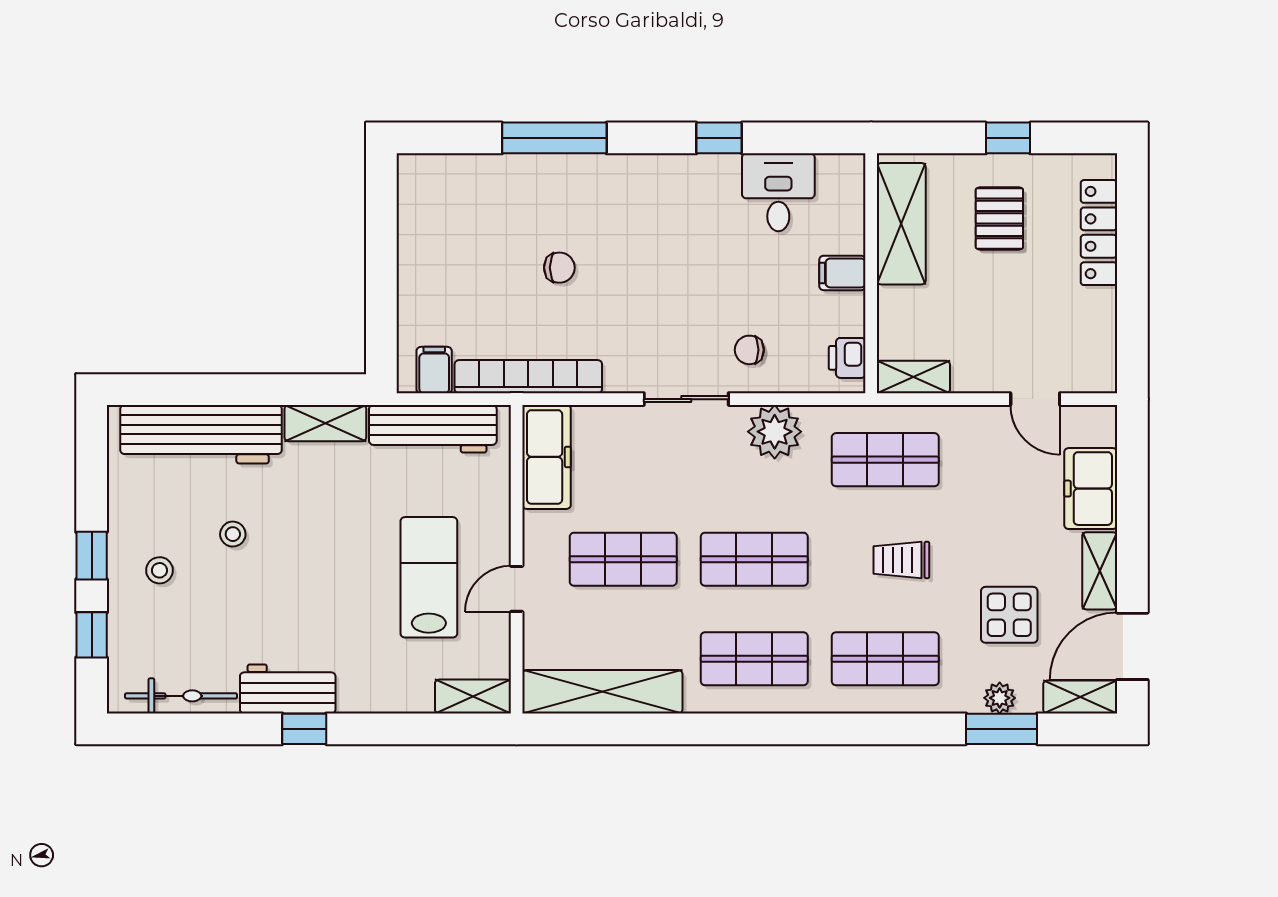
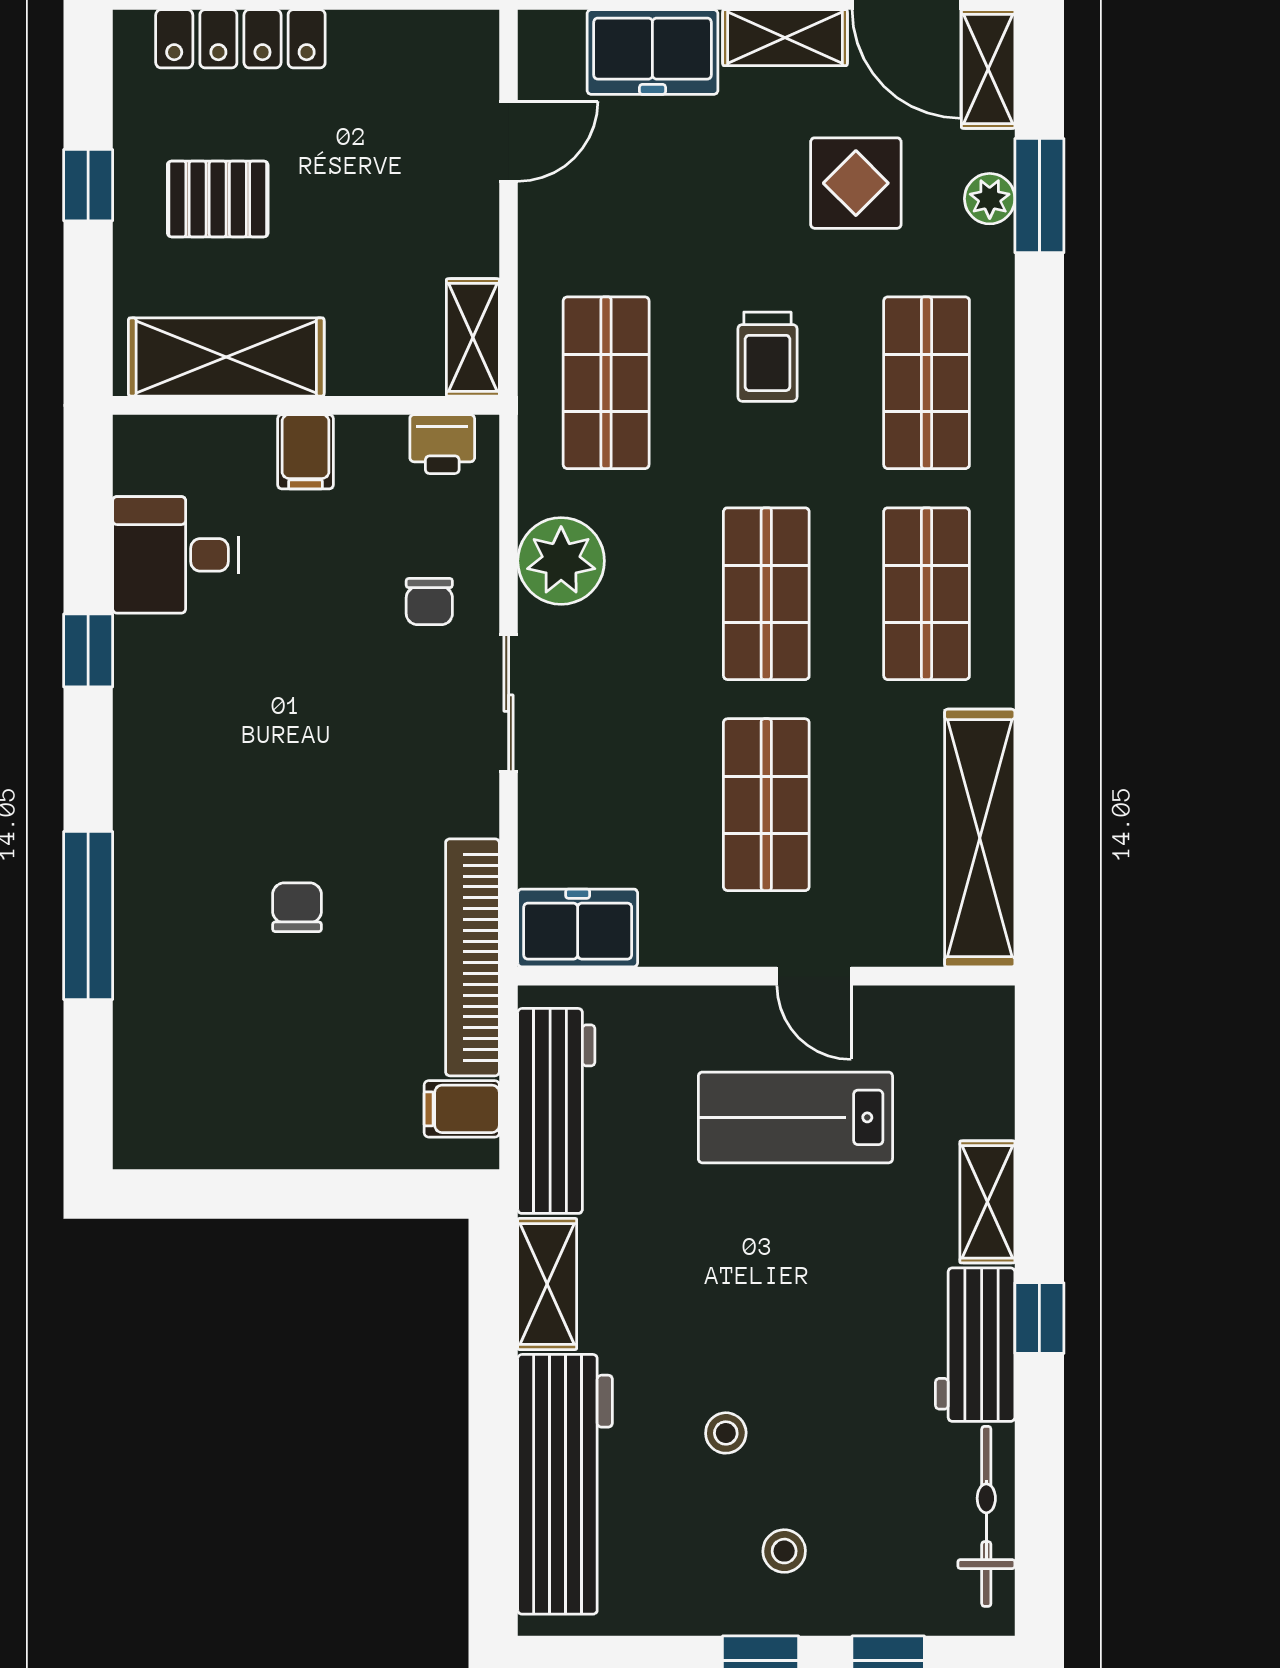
freezer: (547, 457) -> (578, 928), width x0.71
shelving: (473, 697) -> (987, 1202), moved

